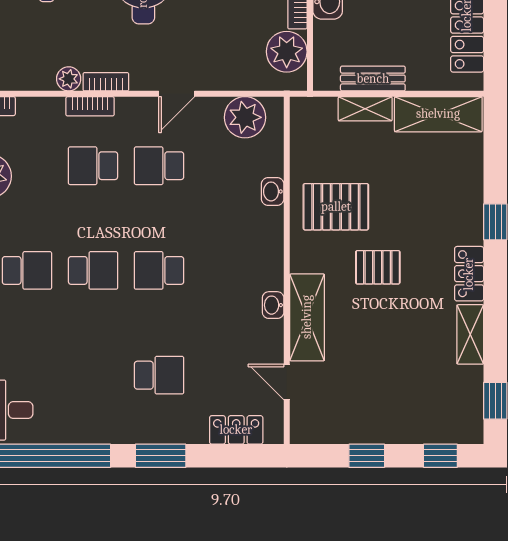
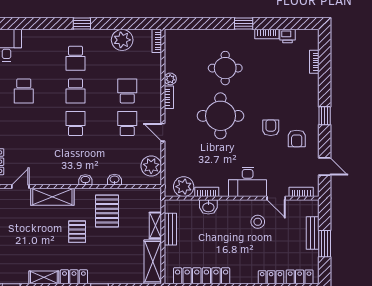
bookcase: (90, 106) -> (157, 89), removed
washbasin: (273, 305) -> (85, 180), moved
school desk: (159, 375) -> (24, 91), moved

